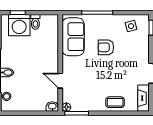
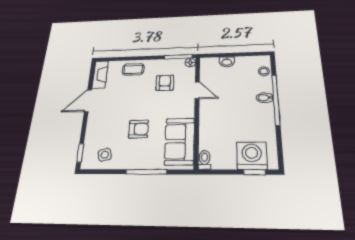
toilet: (35, 22) -> (205, 160), moved
armchair: (87, 88) -> (165, 83), added
washbasin: (52, 107) -> (227, 62), moved

